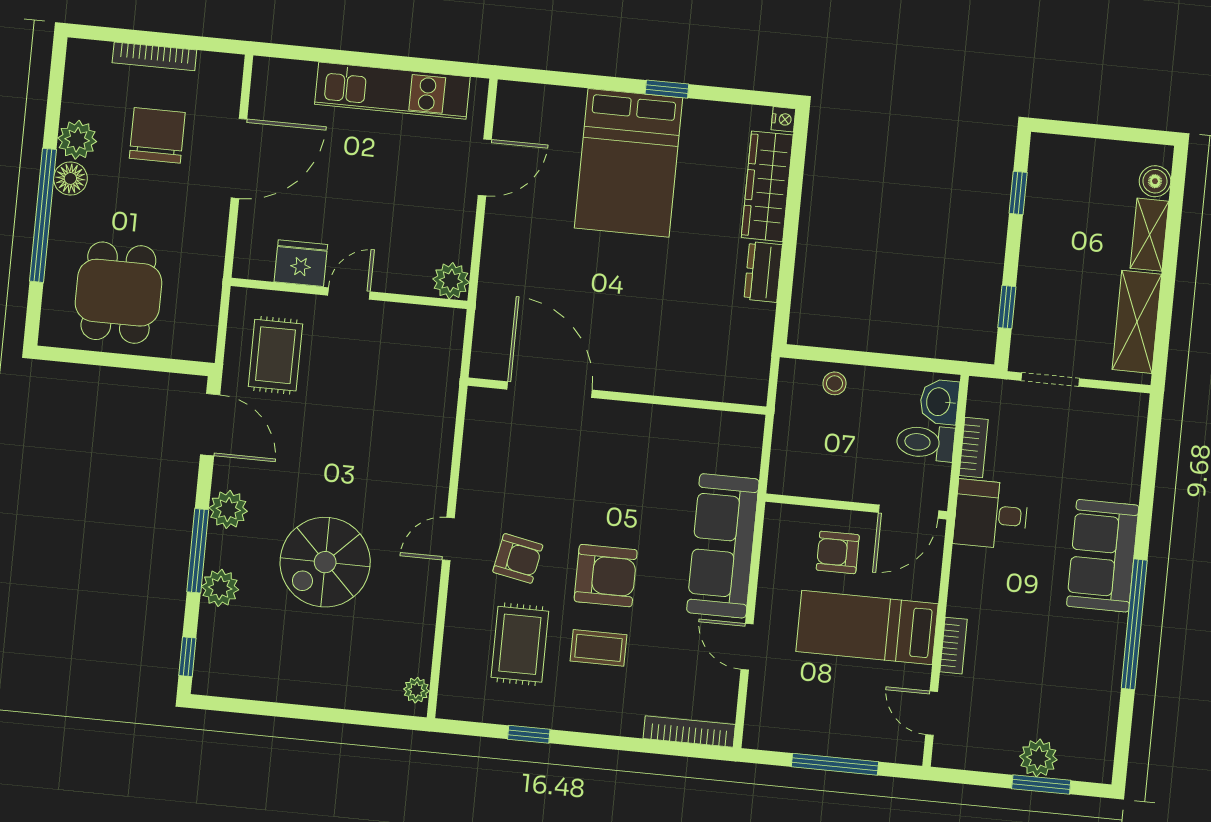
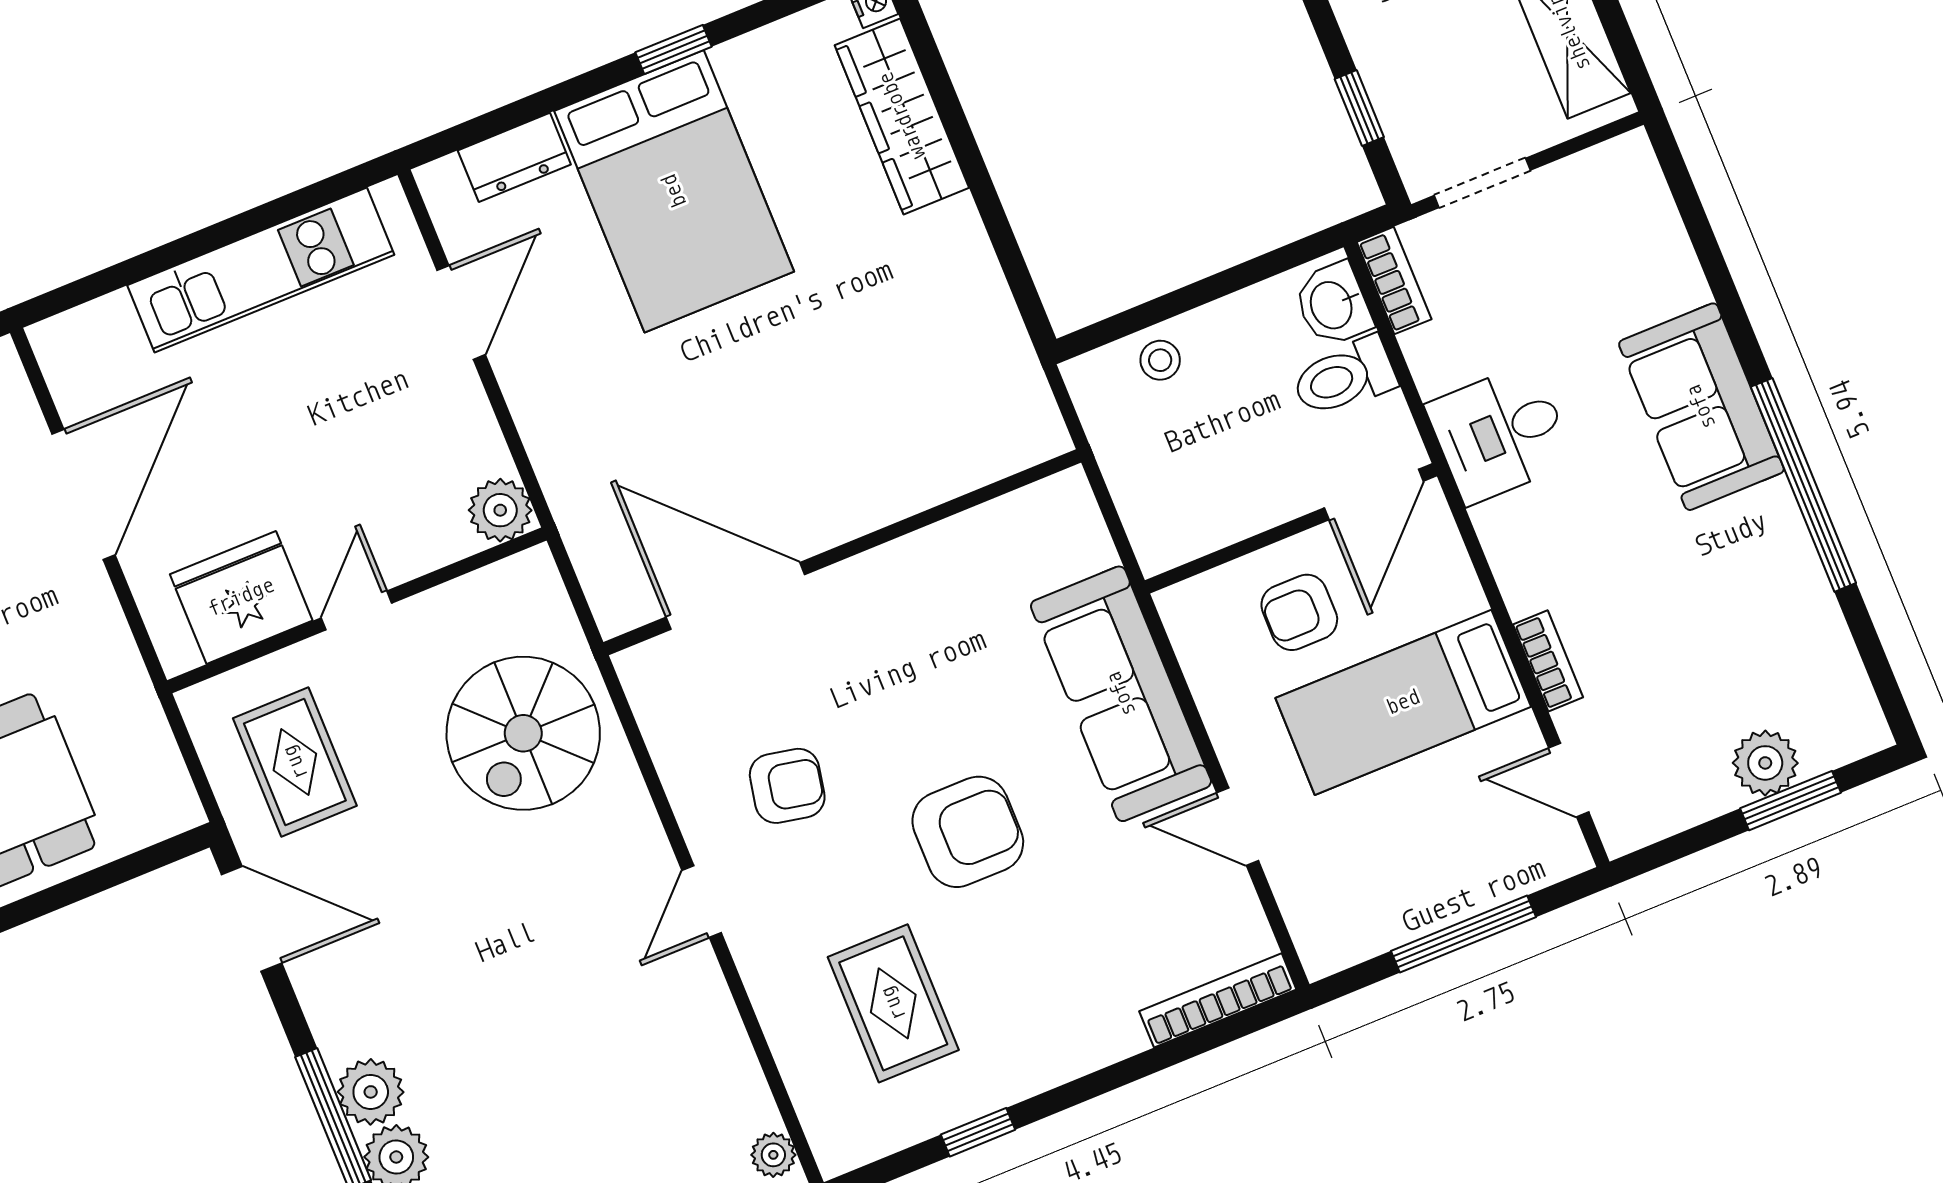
fridge: (301, 263) -> (241, 597), width x1.36, depth x1.34
dresser: (763, 272) -> (514, 157), moved, turned -90
bookcase: (974, 447) -> (1394, 281), moved
plant: (228, 509) -> (371, 1092), moved
armchair: (518, 558) -> (787, 786), moved
spiral stairs: (325, 562) -> (523, 733), moved
coffee table: (599, 648) -> (1015, 946), removed

